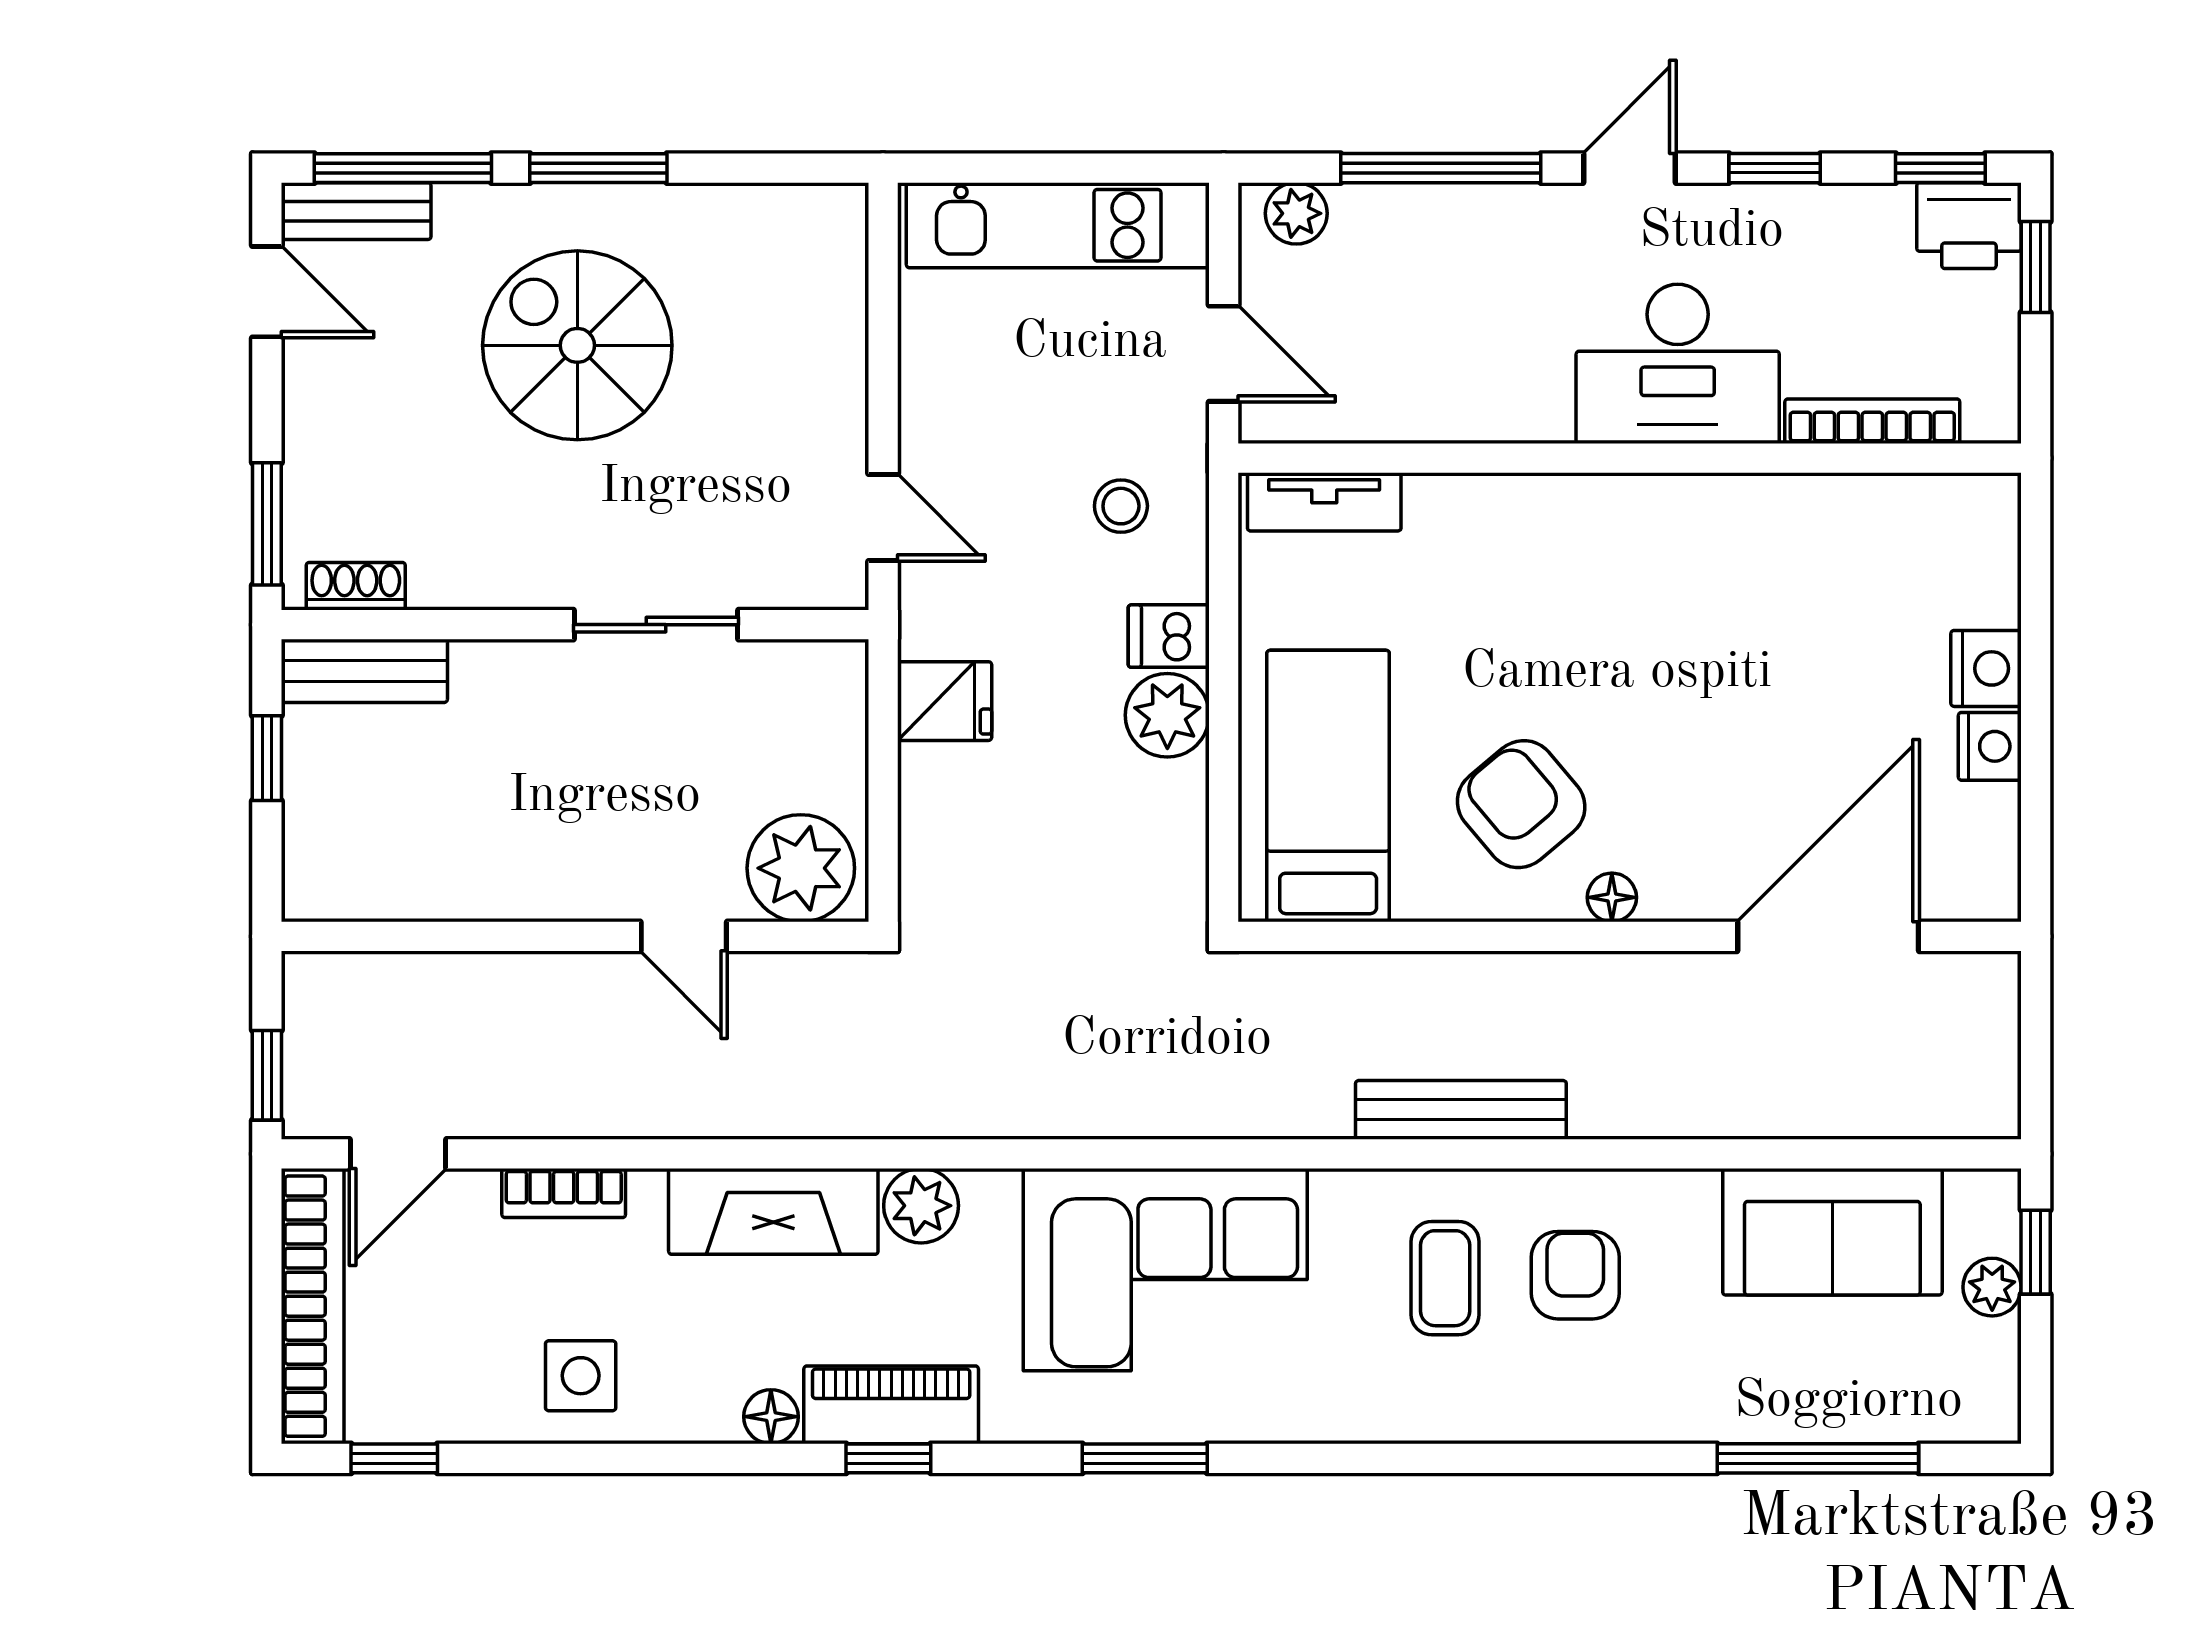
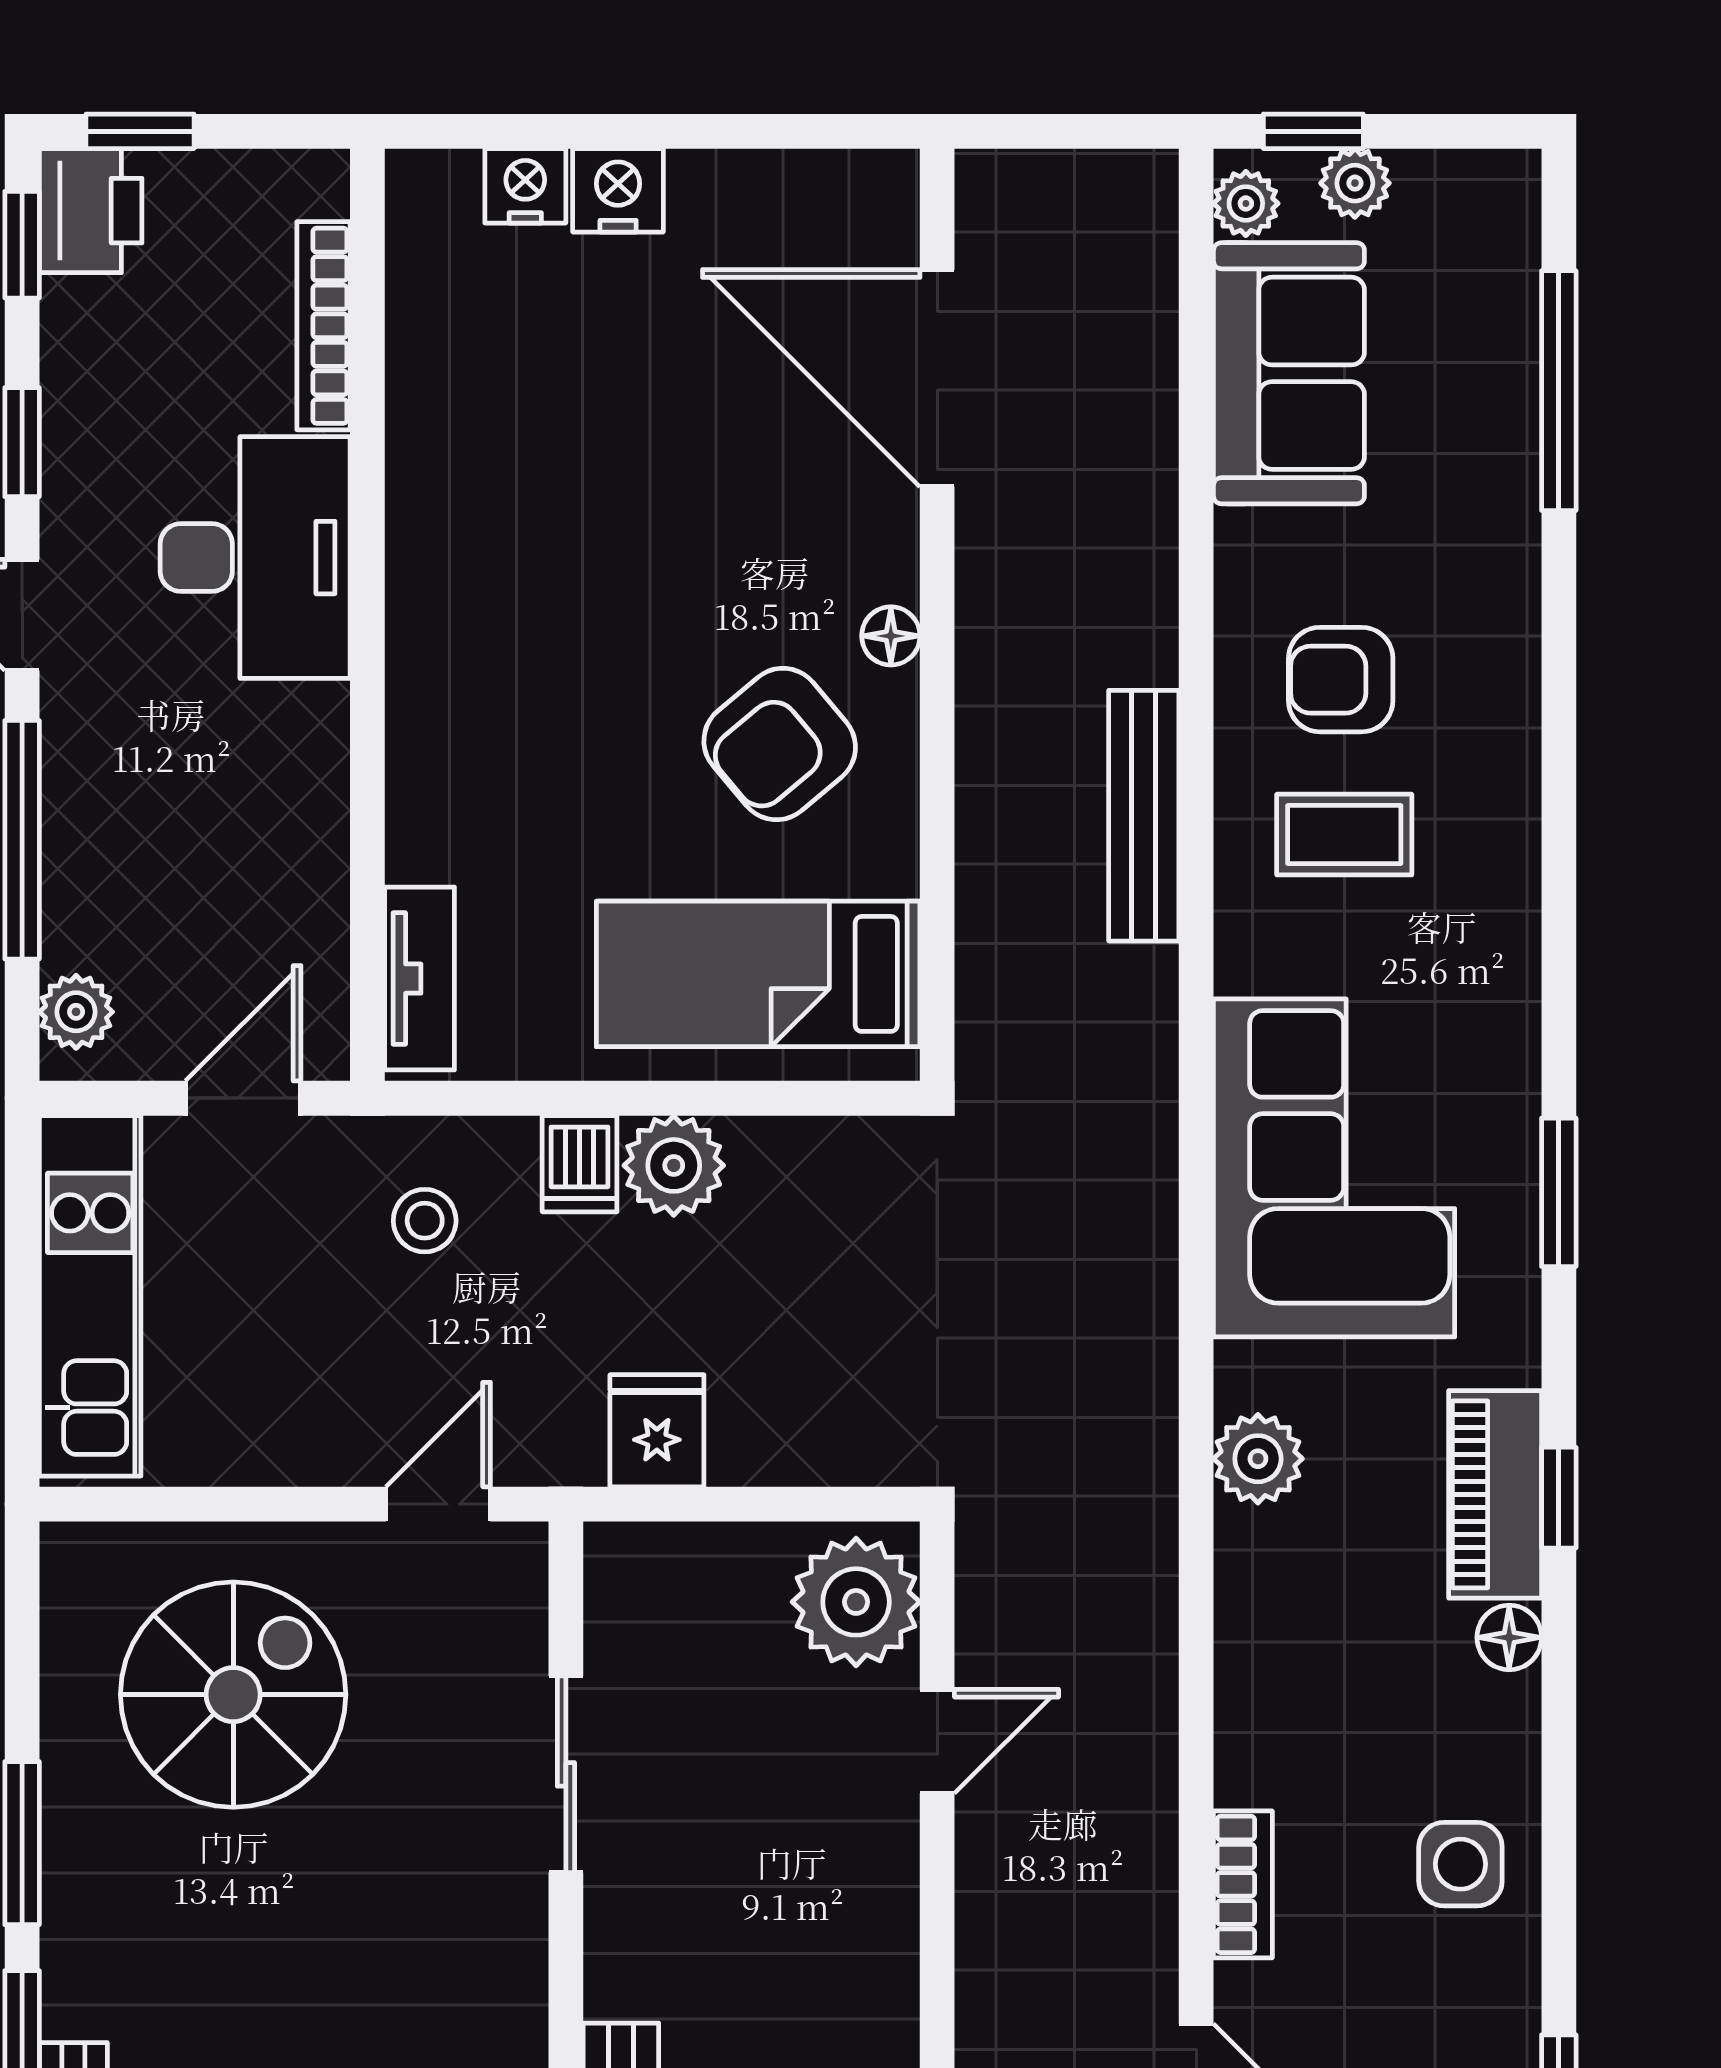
spiral stairs: (577, 345) -> (233, 1695), moved, turned 180
nightstand: (1990, 746) -> (525, 186), moved
plant: (1975, 1196) -> (1246, 203), added
fireplace: (773, 1211) -> (1265, 1635), removed

